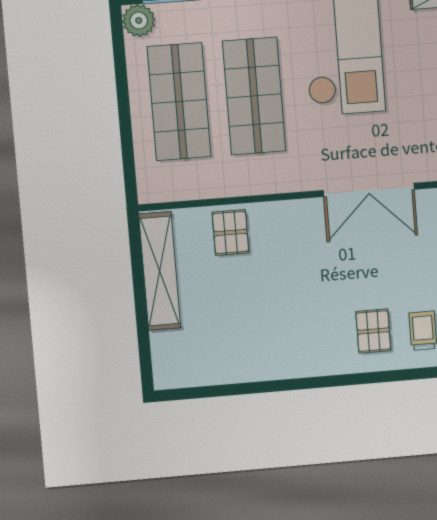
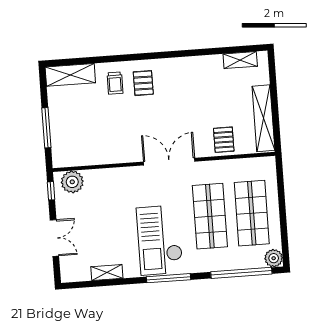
double door: (369, 190) -> (169, 162), moved
shelving: (202, 373) -> (240, 60), added

